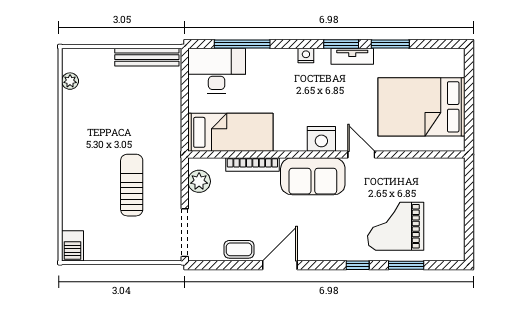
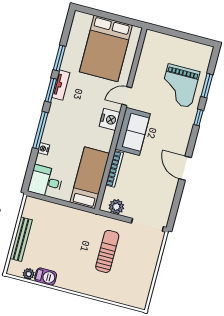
window: (242, 44) -> (40, 130), moved
nightstand: (306, 55) -> (44, 149), moved
bench: (147, 57) -> (21, 239), moved
desk: (217, 71) -> (46, 181), width x0.73
sun lounger: (132, 185) -> (107, 251), turned 90
barbecue: (72, 246) -> (46, 277), moved
coffee table: (239, 249) -> (168, 192), removed

